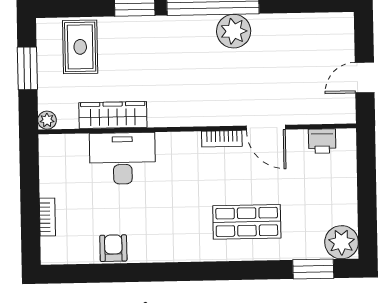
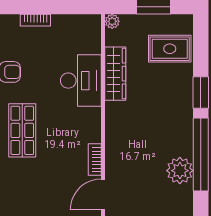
shop shelf: (247, 222) -> (22, 130), moved

